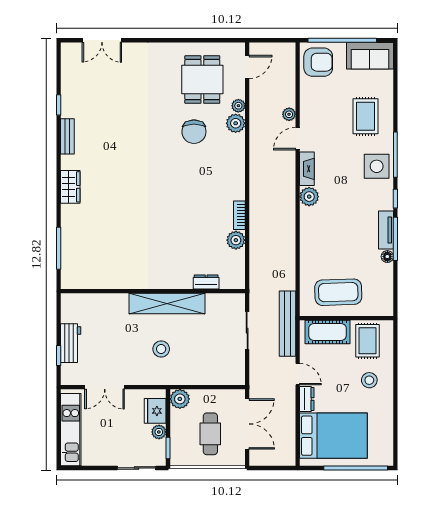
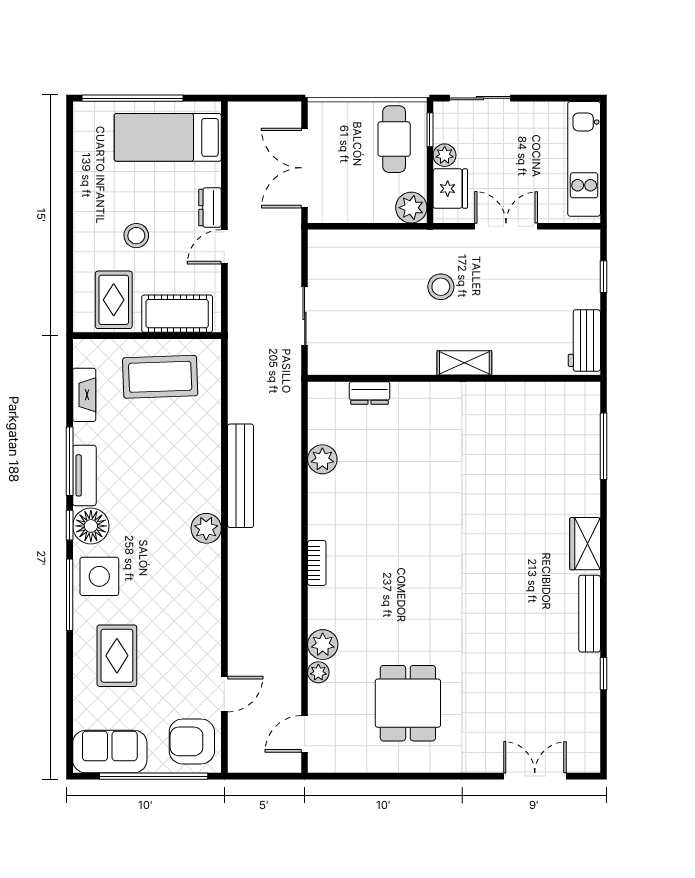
dining table: (202, 80) -> (408, 703), moved
plant: (289, 114) -> (238, 659), removed
chair: (194, 132) -> (389, 631), removed
bench: (67, 136) -> (590, 614), width x1.36
door: (298, 139) -> (224, 694), moved
fireplace: (307, 169) -> (84, 395), moved, turned 180
bookcase: (239, 215) -> (317, 563), moved
floor lamp: (387, 257) -> (91, 526), moved, width x1.89, depth x1.89
shelving: (167, 304) -> (464, 363), width x0.45, depth x0.75
bench: (287, 324) -> (241, 476), moved
workbench: (71, 343) -> (584, 341), moved
door: (298, 374) -> (224, 247), hinge flipped
stool: (369, 380) -> (136, 236), moved
double door: (105, 387) -> (506, 226), moved
cafe table: (210, 434) -> (394, 139), moved
bed: (333, 436) -> (168, 137), width x0.67

